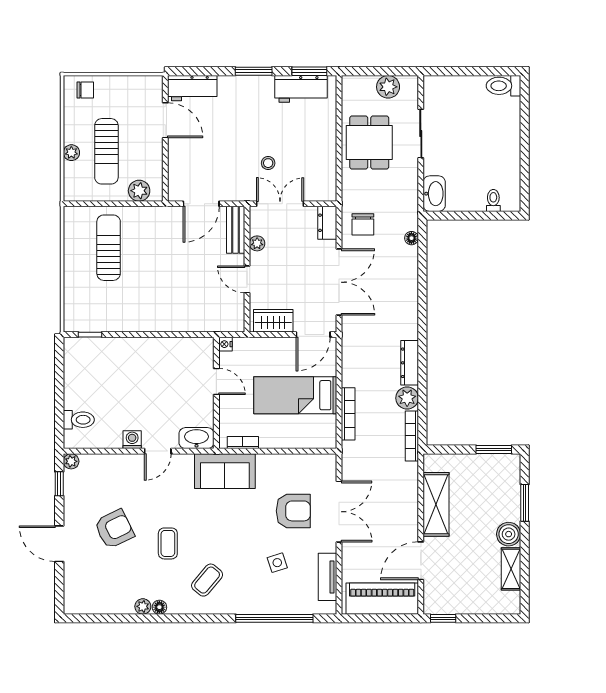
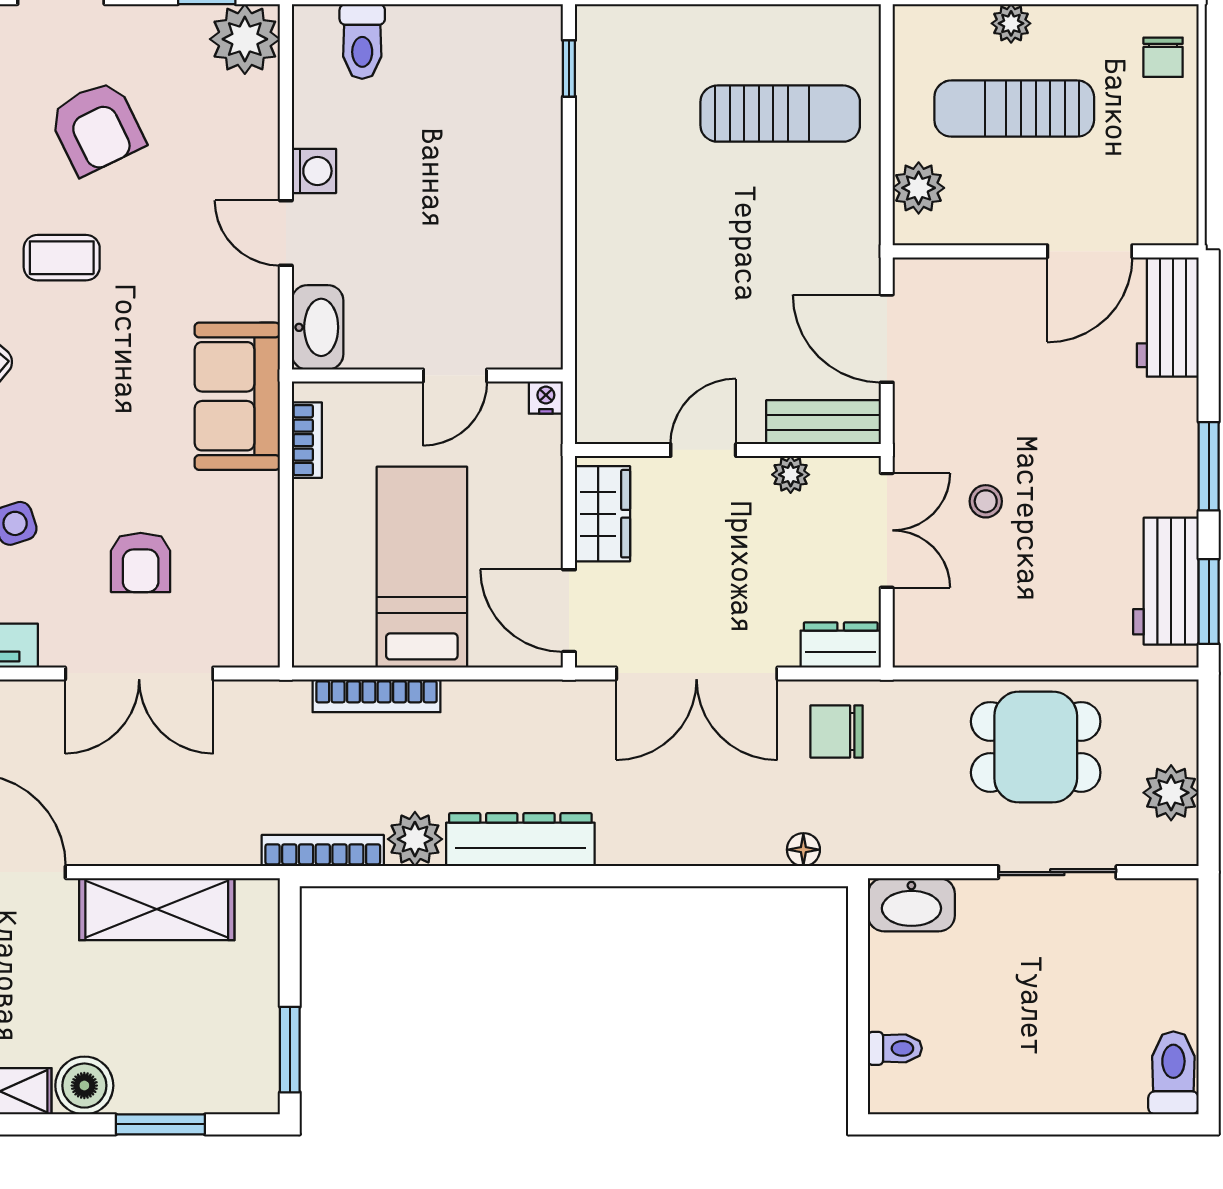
dresser: (410, 363) -> (520, 840), width x1.37, depth x1.24
plant: (71, 461) -> (245, 39), width x1.88, depth x1.88
armchair: (293, 511) -> (141, 562), width x0.72, depth x0.72

